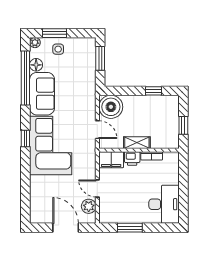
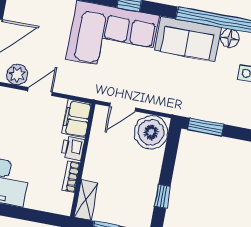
window: (100, 58) -> (206, 127), moved
shelving: (137, 143) -> (86, 200), moved

